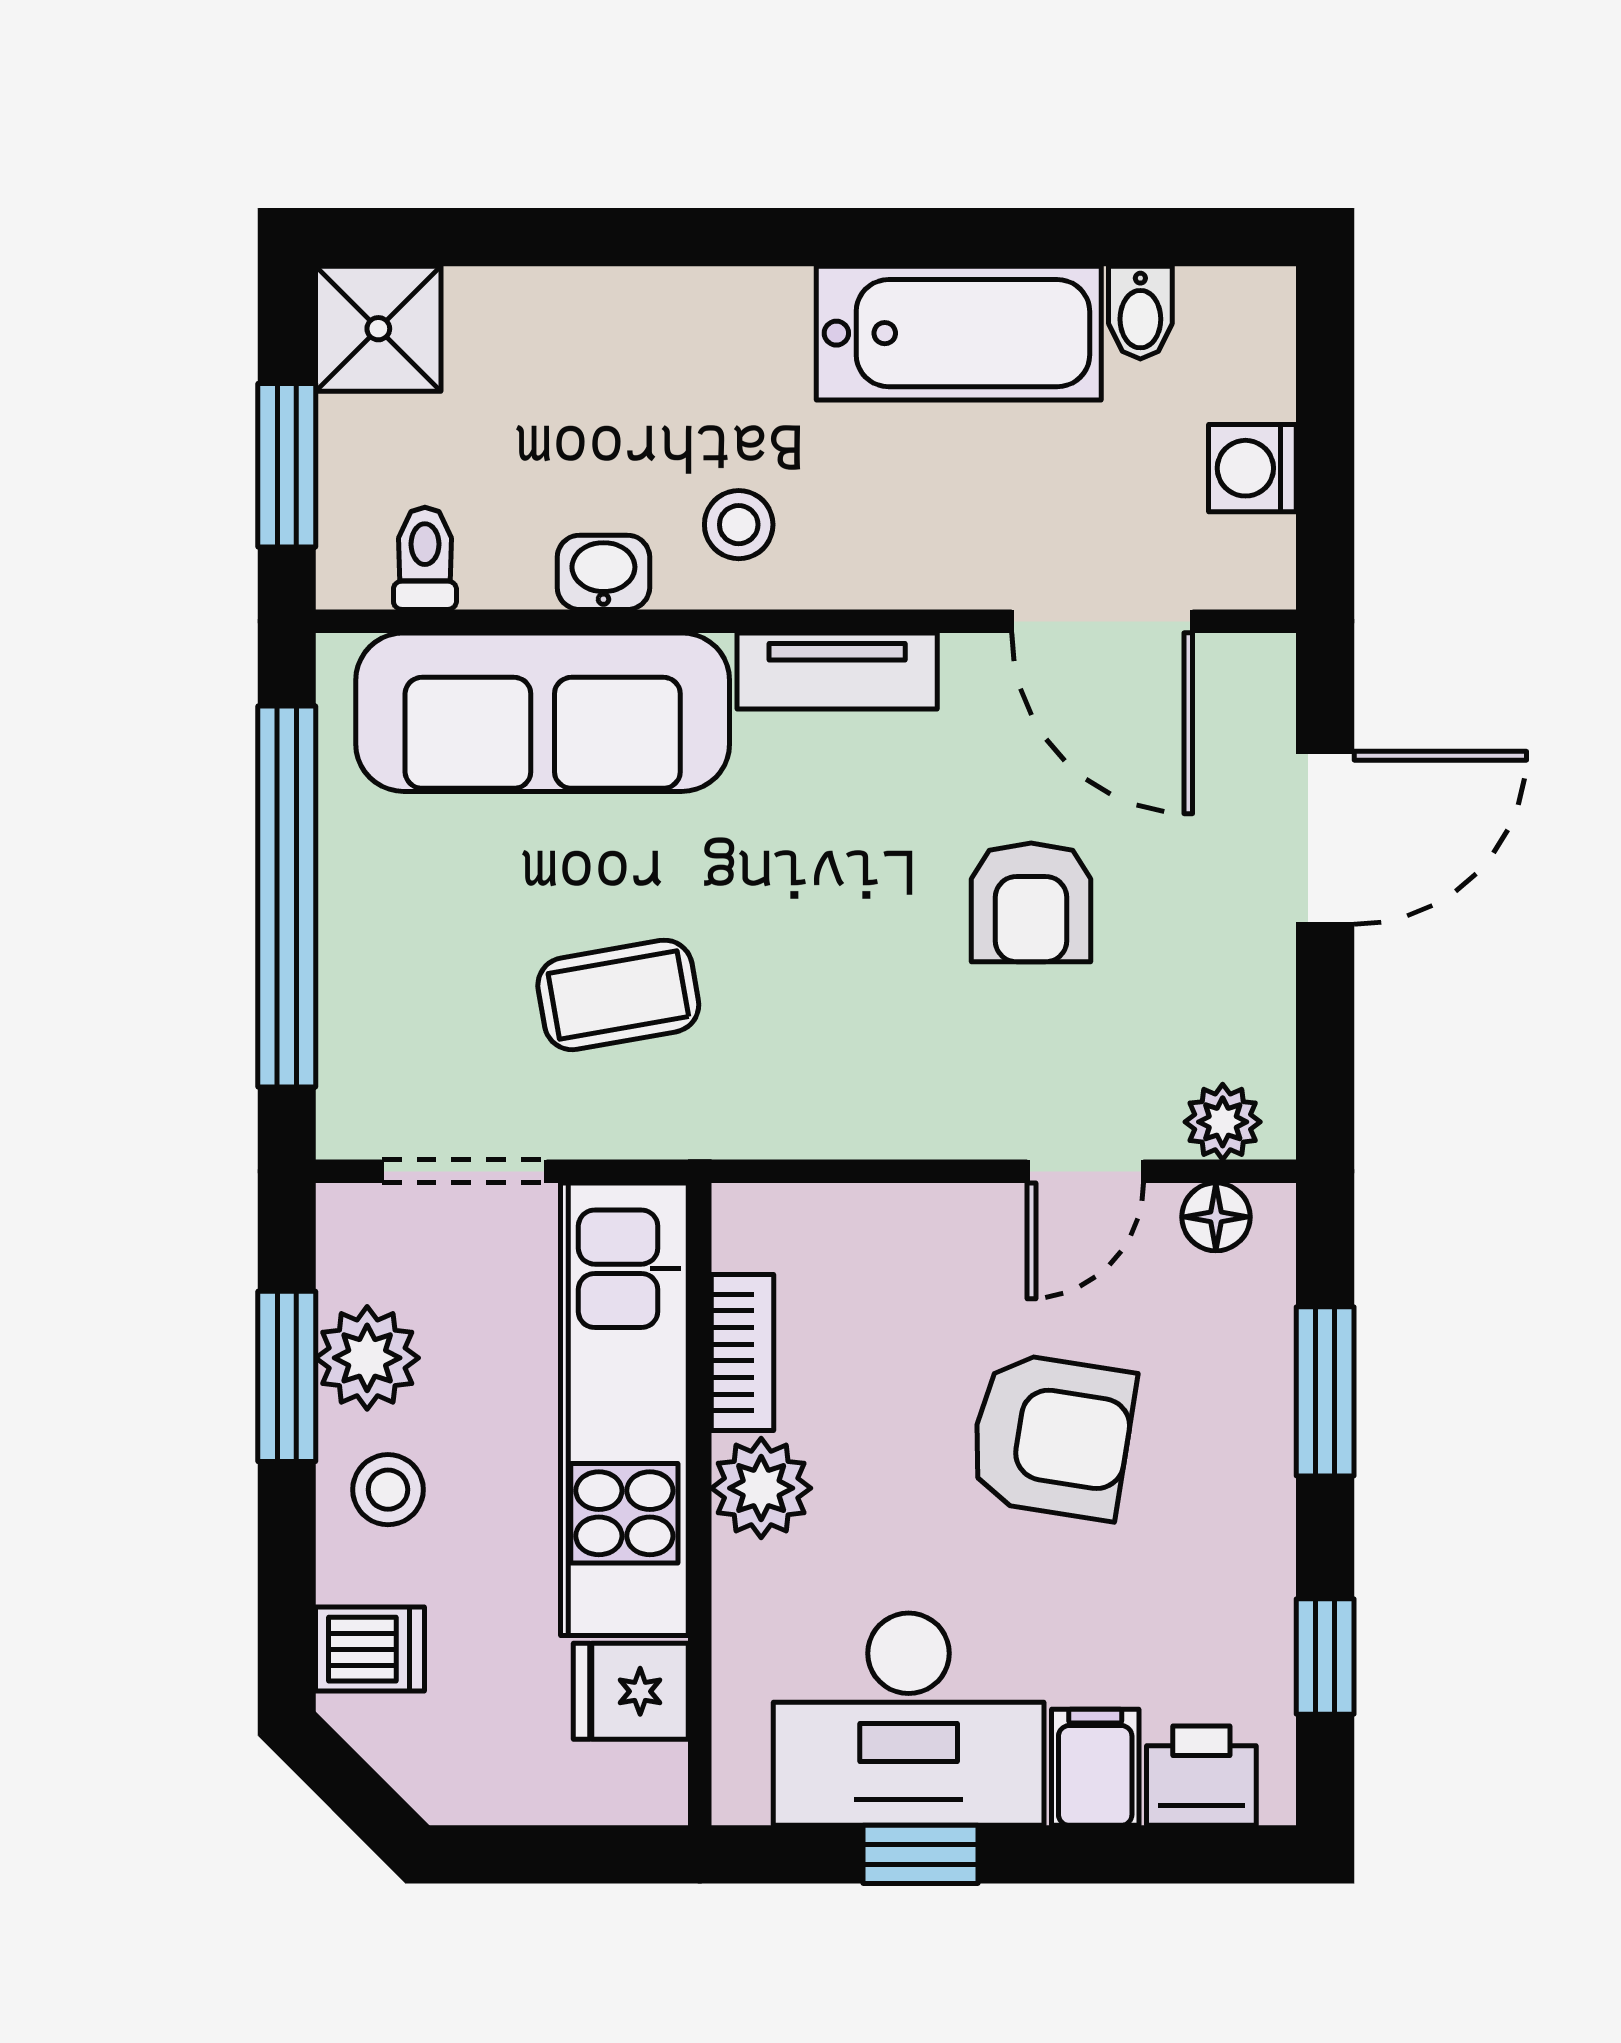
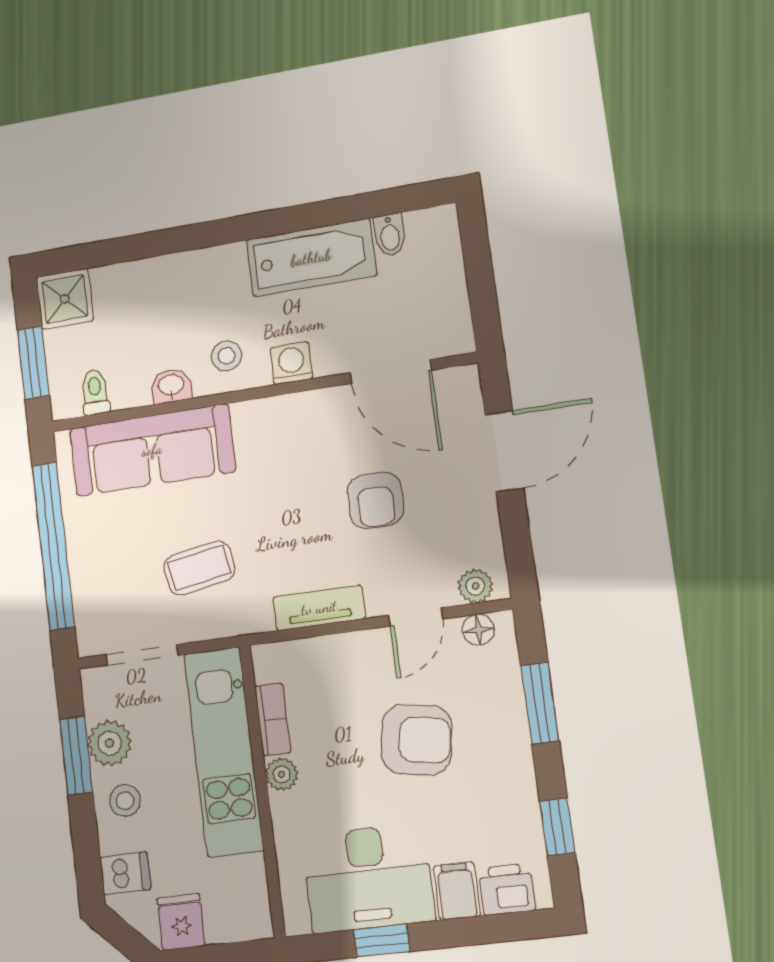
washing machine: (1252, 468) -> (291, 363), moved, turned 90
tv unit: (837, 671) -> (319, 608), moved, turned 180
plant: (761, 1488) -> (282, 774), width x0.73, depth x0.73
fridge: (631, 1691) -> (181, 922), moved, turned 90

